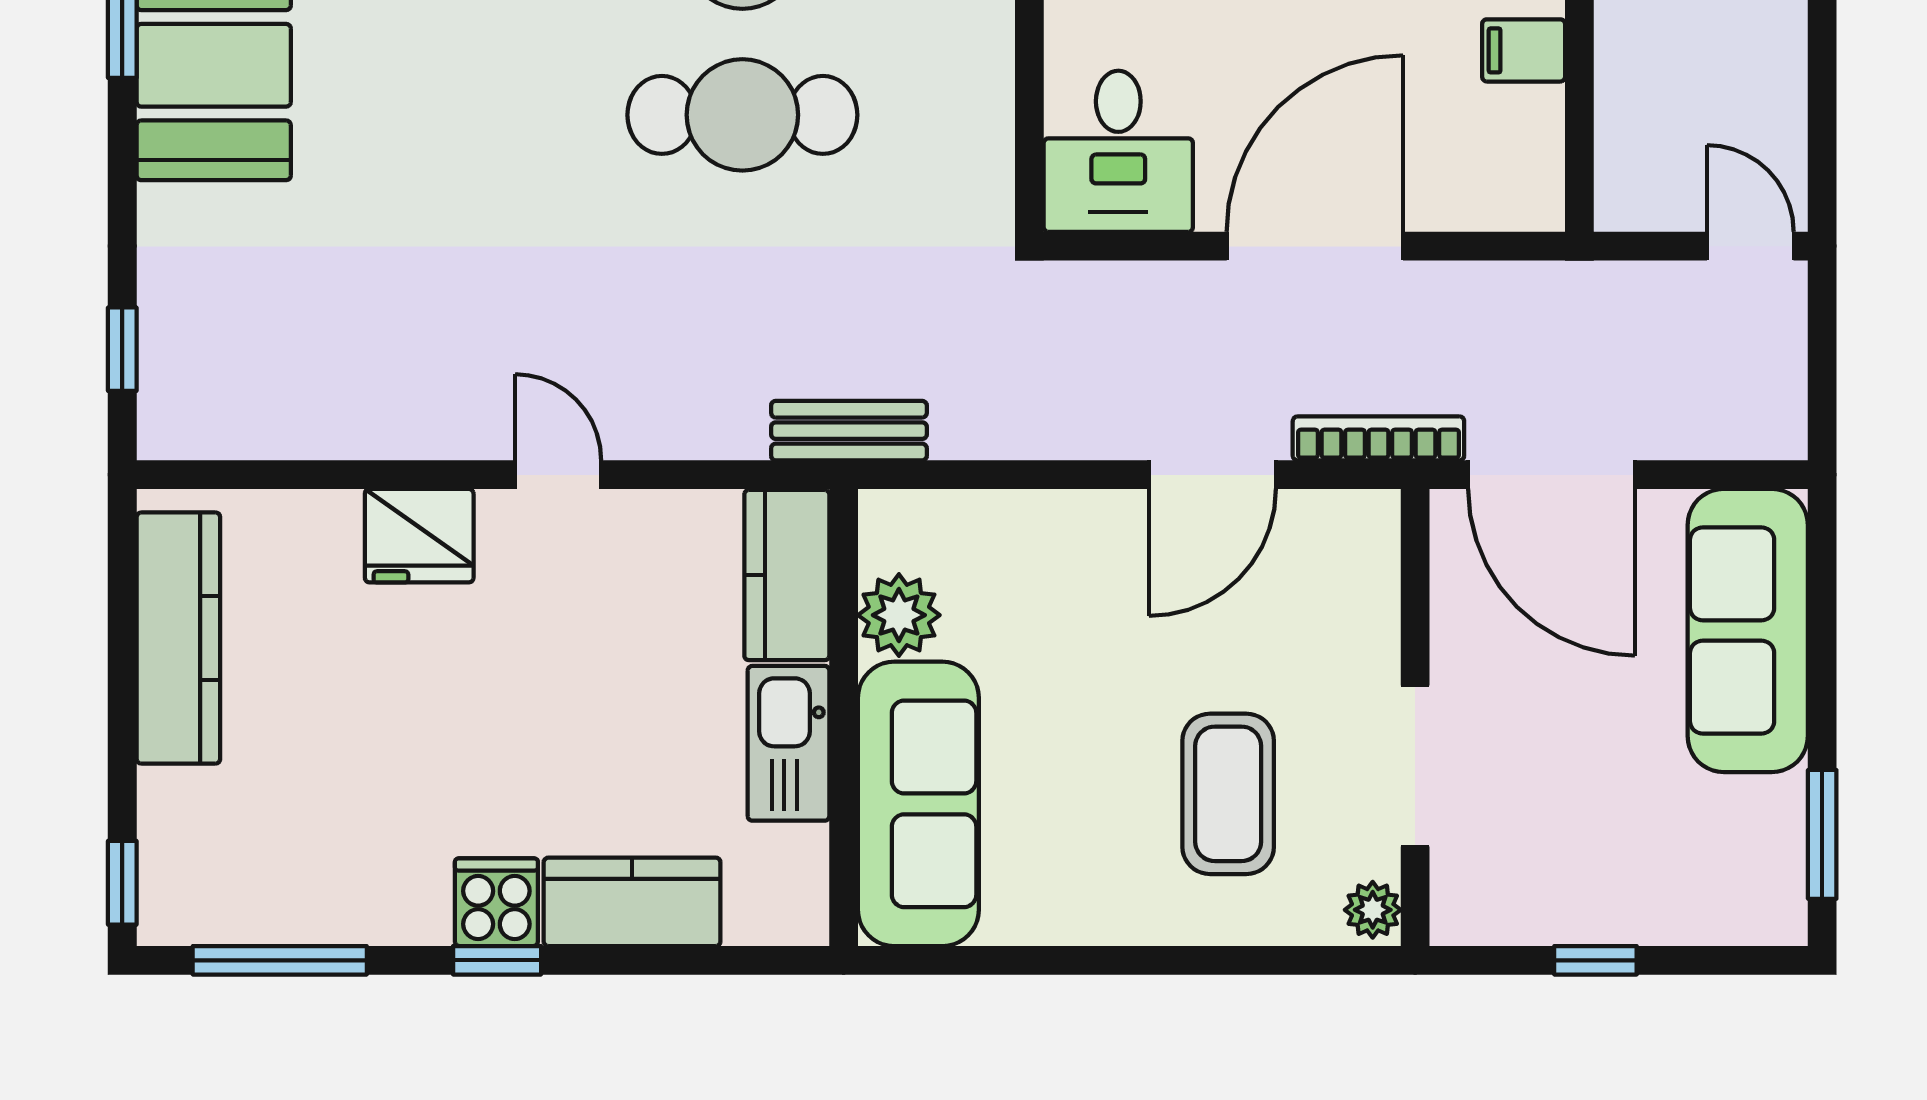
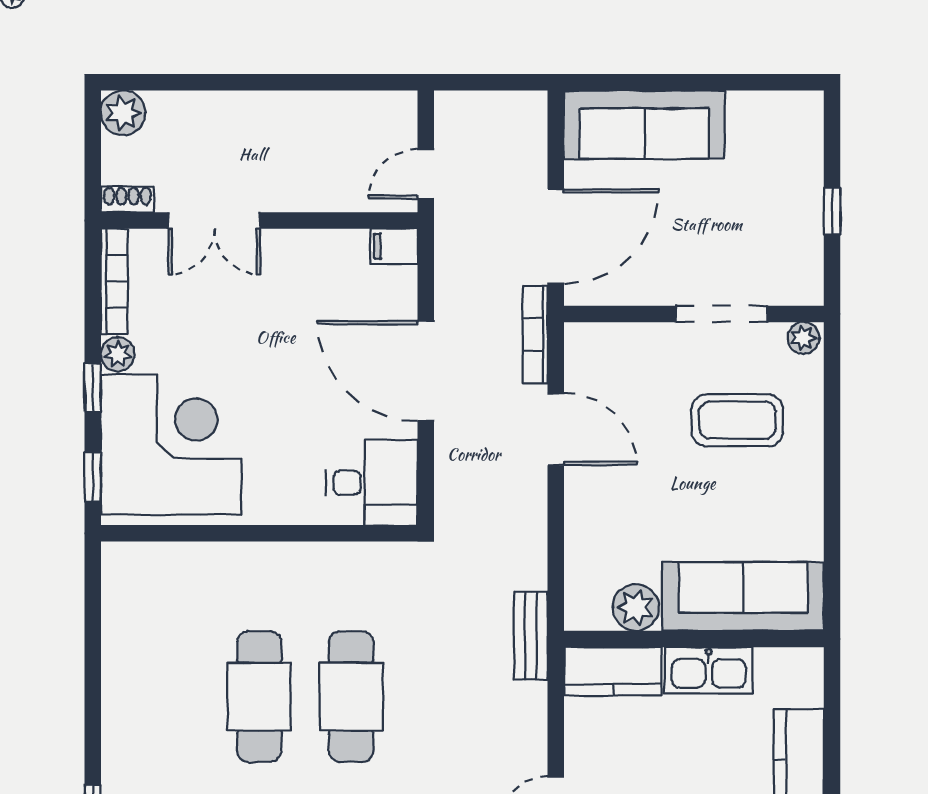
filing cabinet: (1524, 50) -> (394, 246), moved, turned 90
door: (1750, 246) -> (426, 174), moved
window: (1822, 834) -> (760, 82), removed

